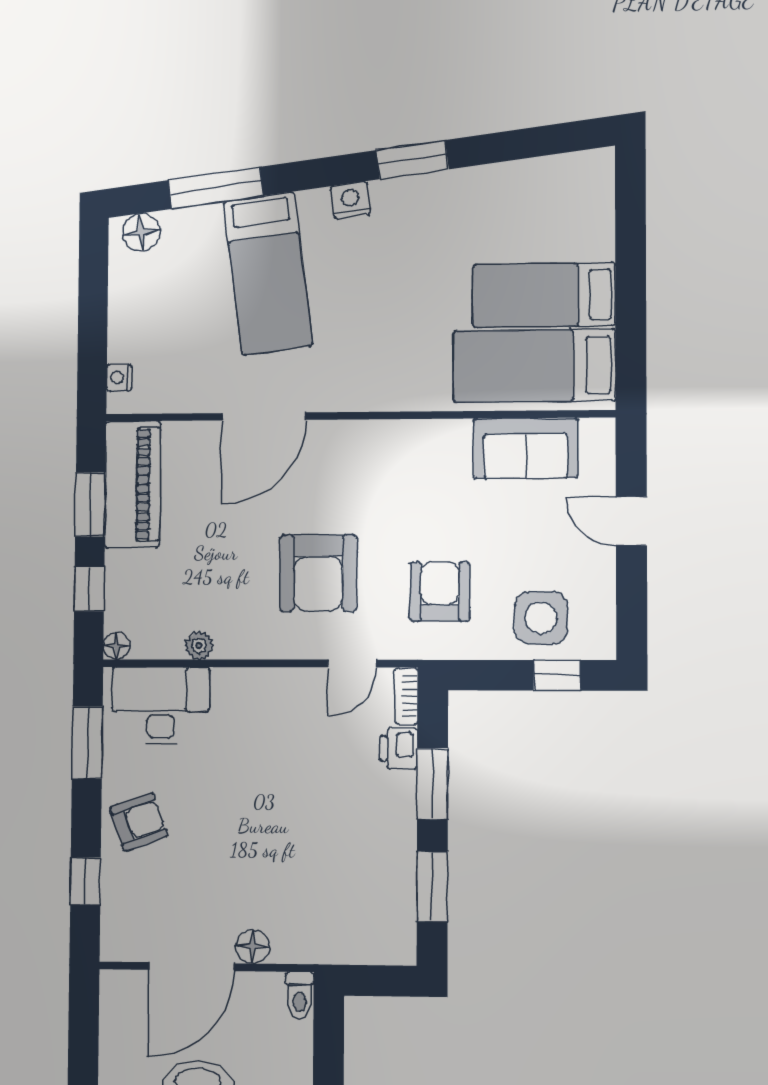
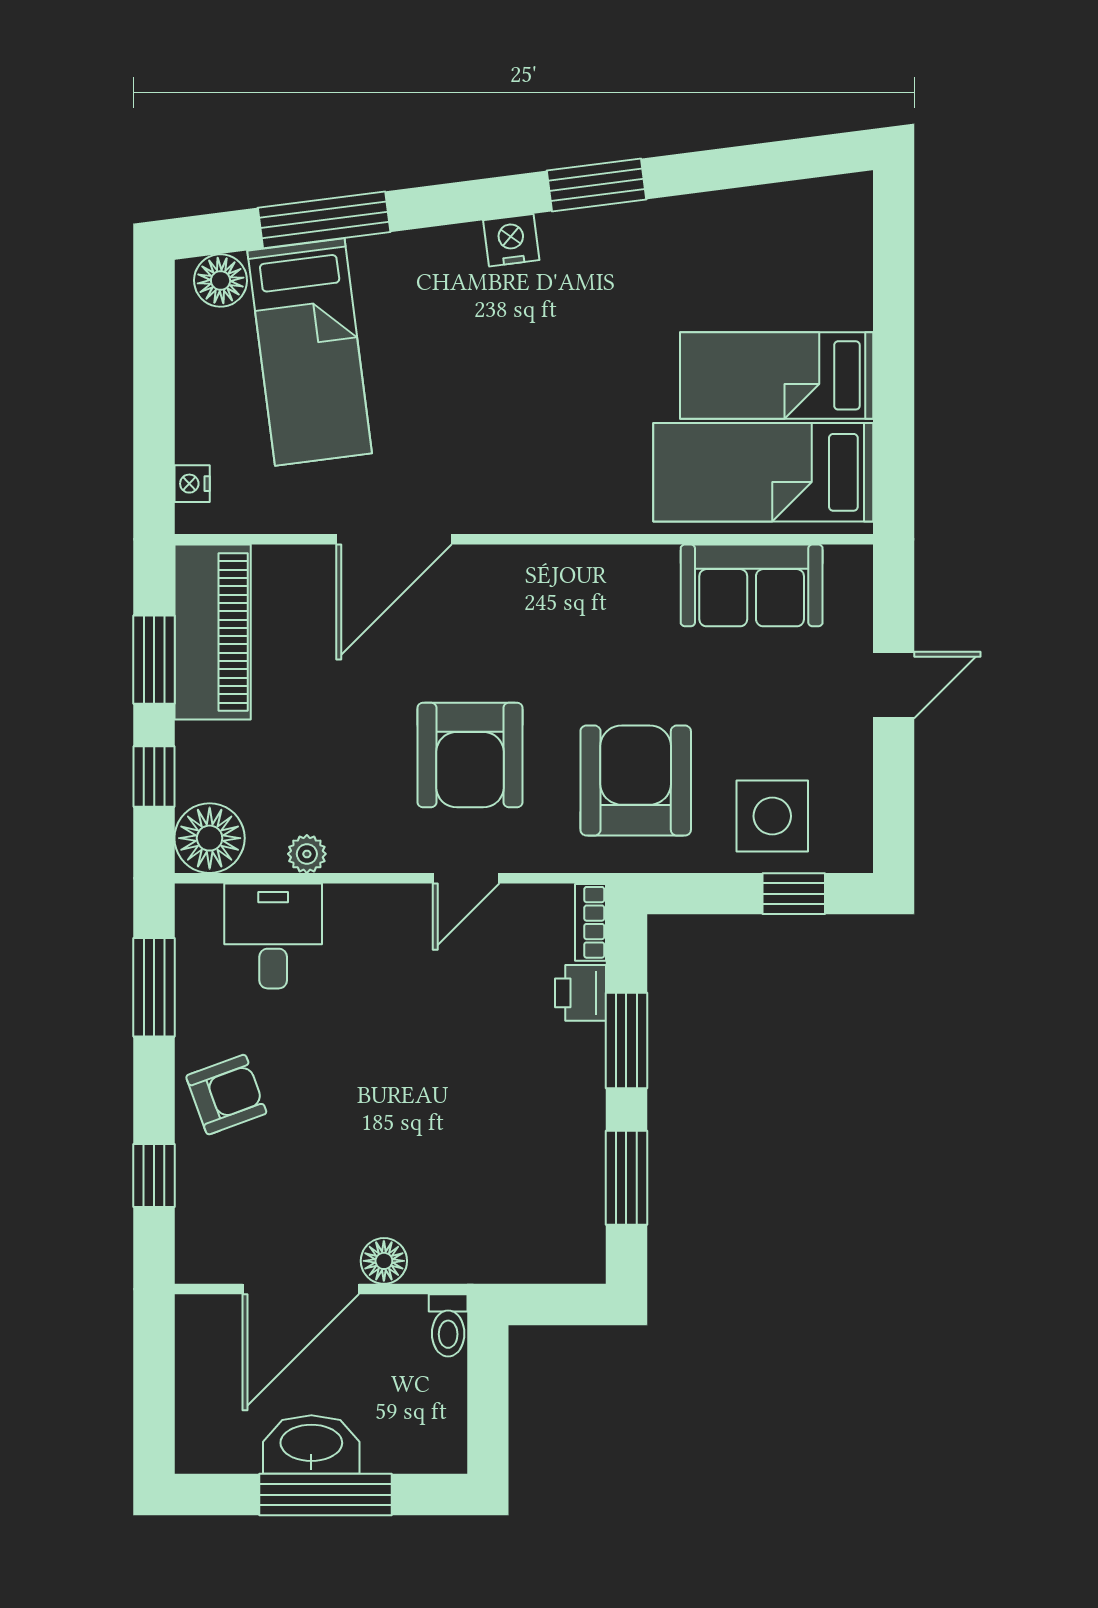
bed: (268, 273) -> (310, 352), moved
door: (631, 521) -> (894, 685), swing flipped
armchair: (440, 592) -> (636, 781), width x1.36, depth x1.36
floor lamp: (117, 646) -> (210, 838), width x1.89, depth x1.89
door: (352, 664) -> (466, 878), moved
desk: (161, 705) -> (273, 936), width x0.73

